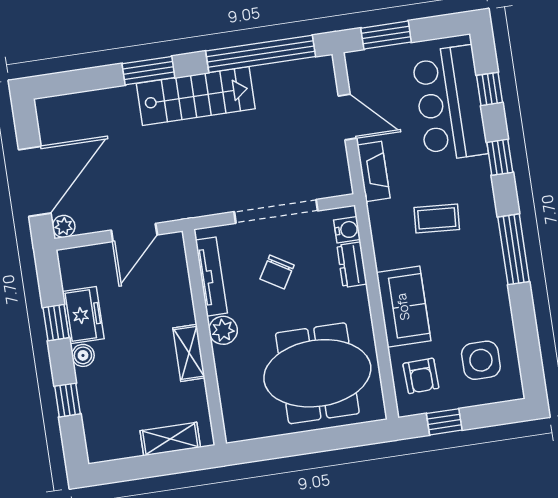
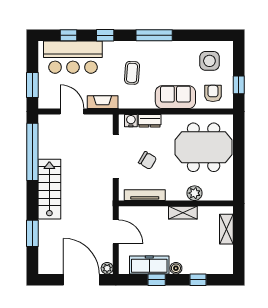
window: (148, 71) -> (32, 233), moved
door: (348, 117) -> (72, 112), hinge flipped
freezer: (83, 315) -> (149, 265), width x1.40
plant: (223, 330) -> (194, 193), moved
meeting table: (317, 373) -> (204, 147), turned 90
armchair: (421, 376) -> (213, 93), turned -88

